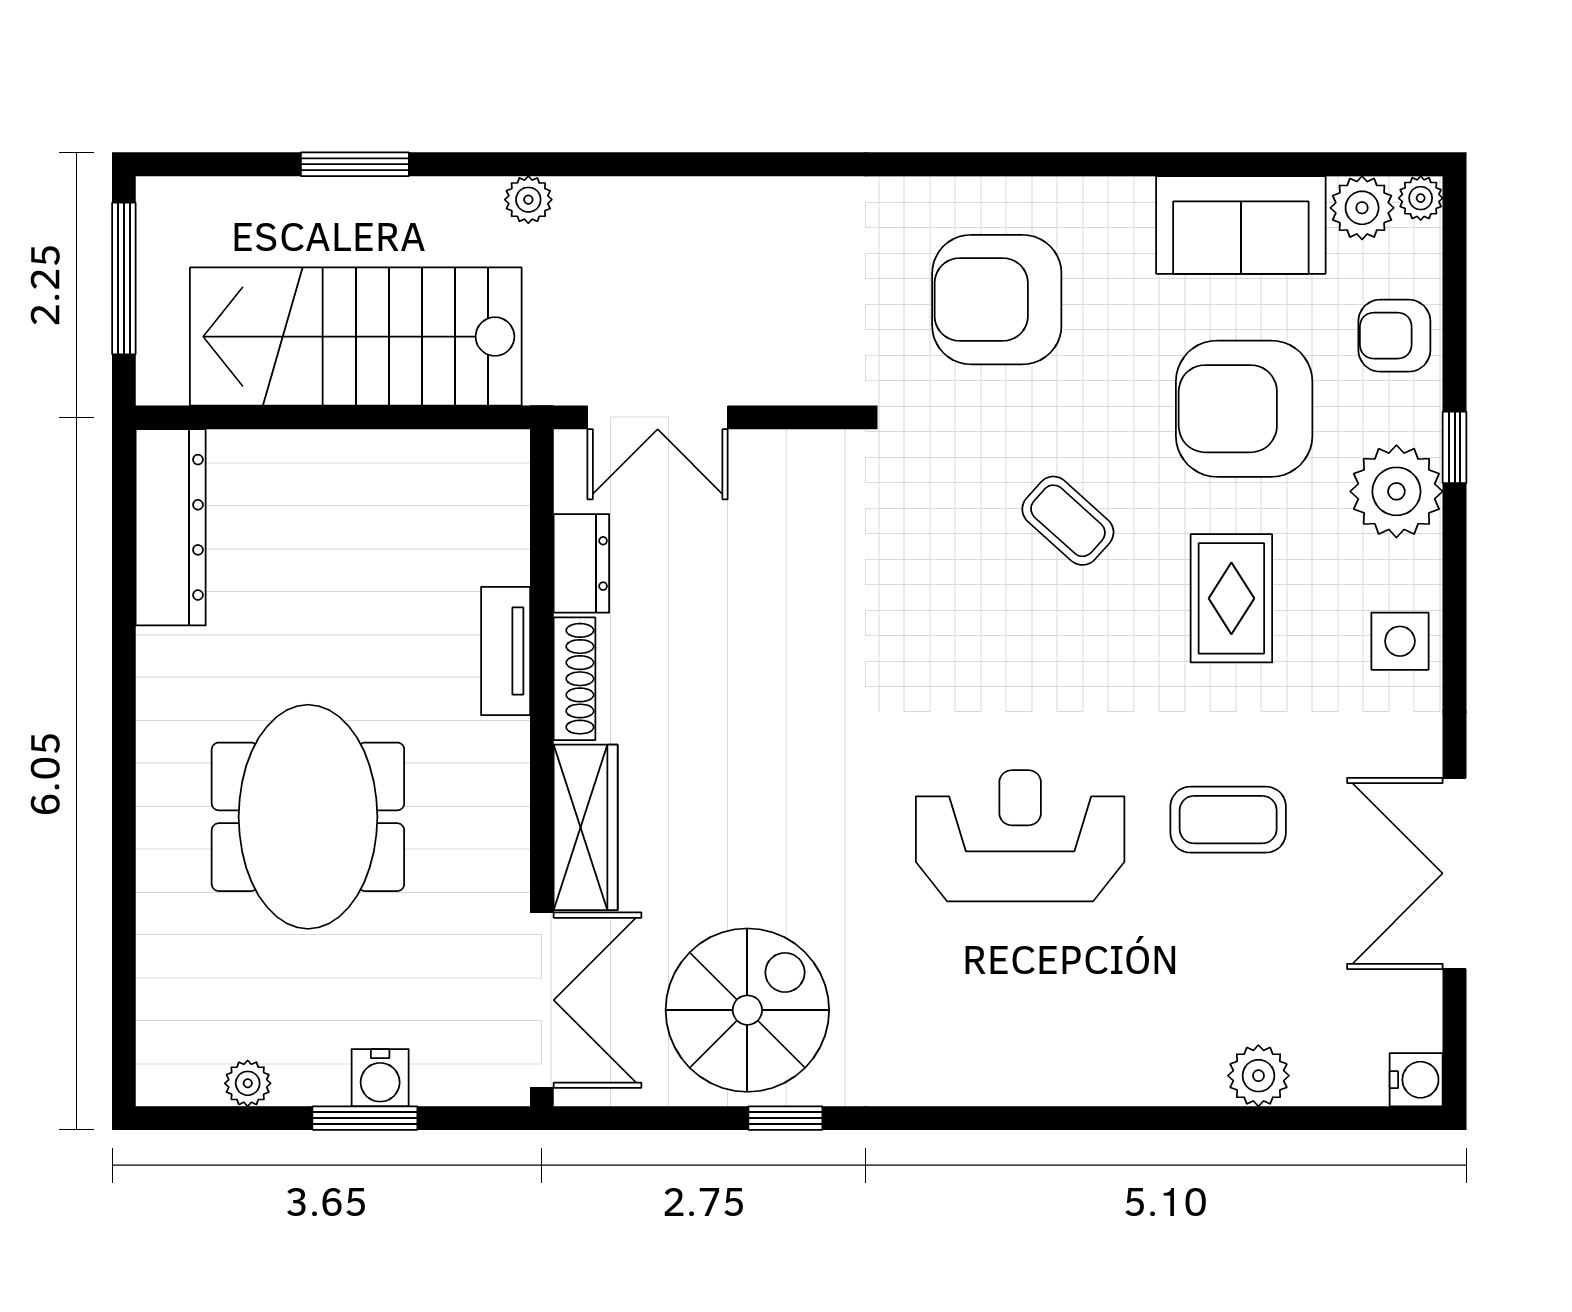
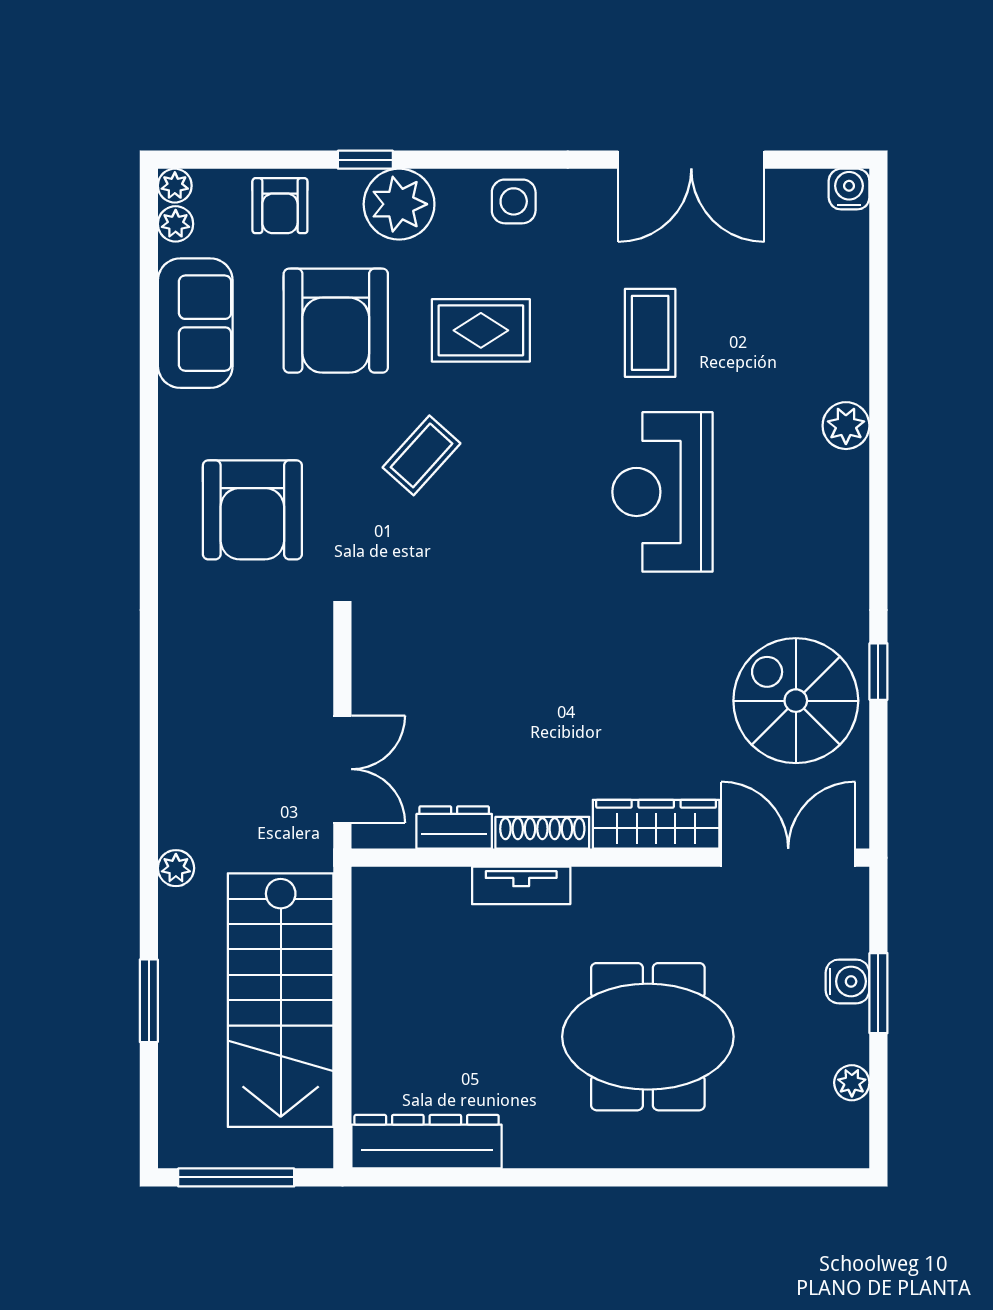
plant: (1362, 208) -> (176, 224), width x0.73, depth x0.73
plant: (1258, 1076) -> (846, 426), moved

